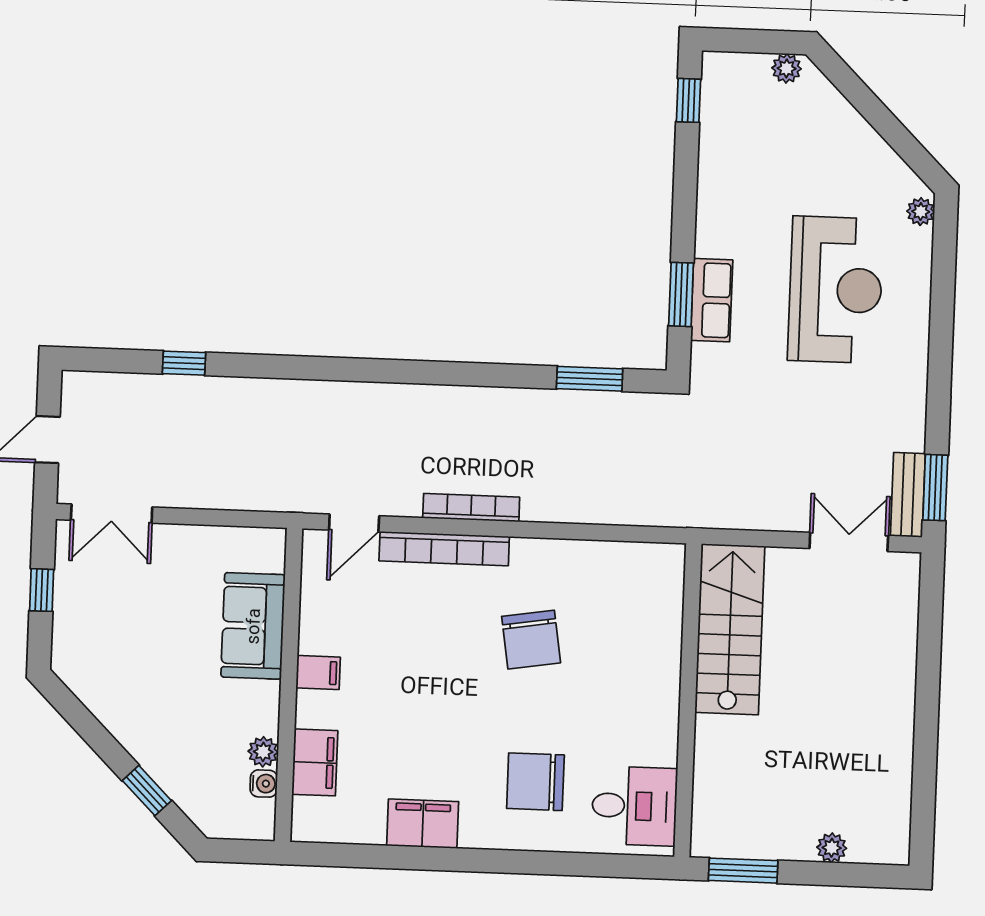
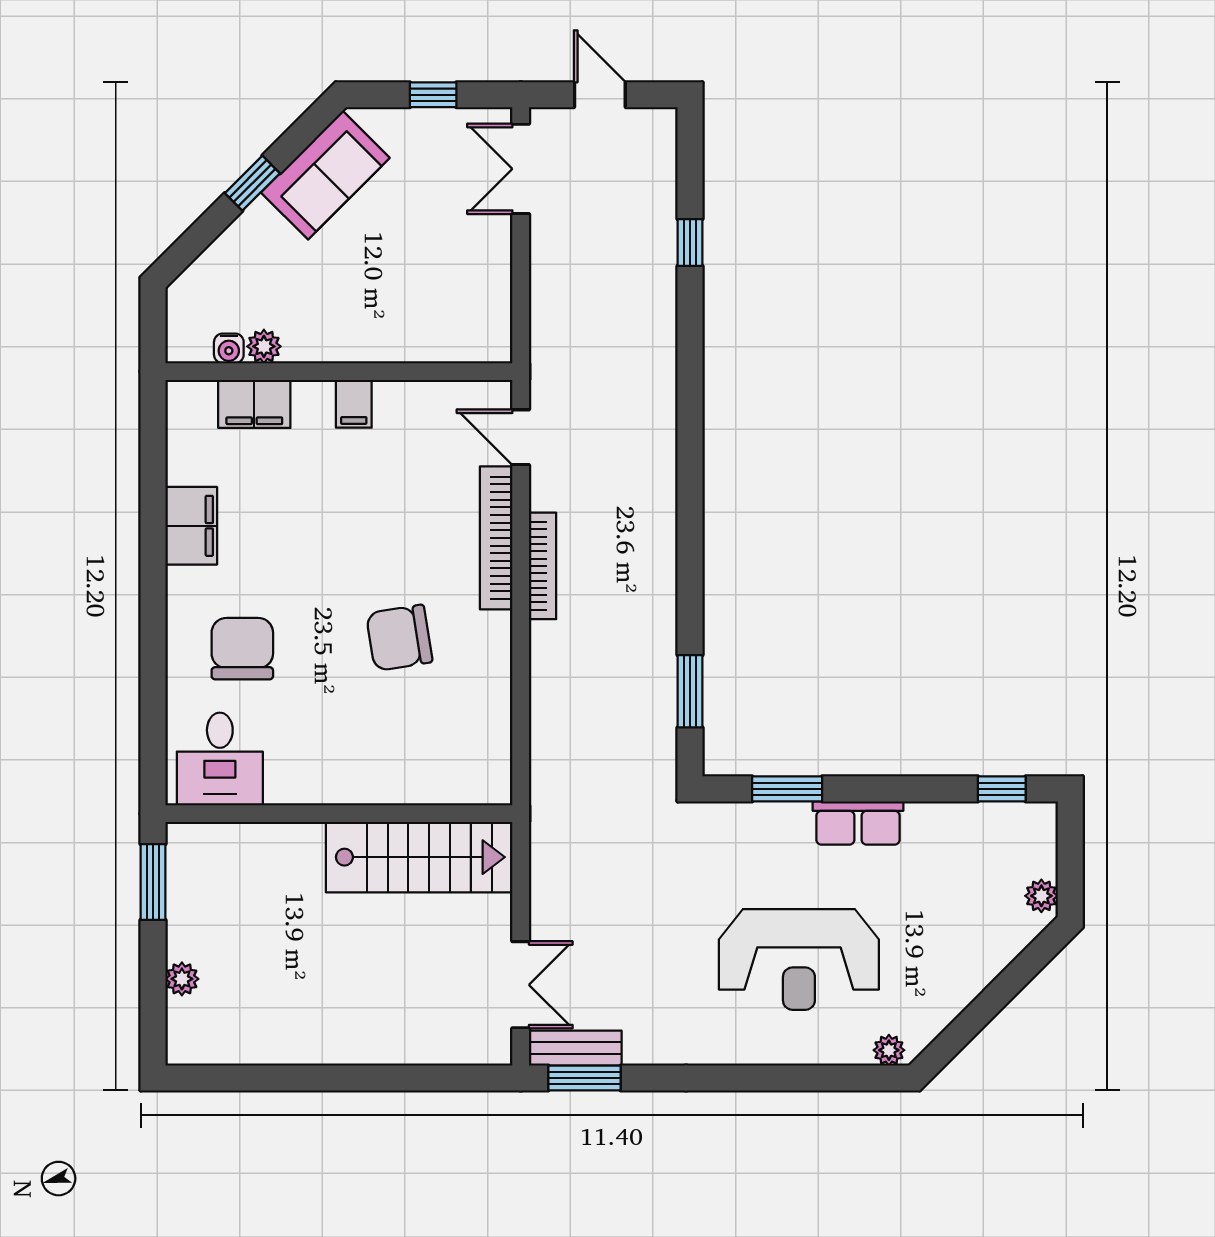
row of seats: (712, 300) -> (858, 823), moved
sofa: (253, 626) -> (325, 175), moved, turned 135
window: (147, 791) -> (252, 183), moved

